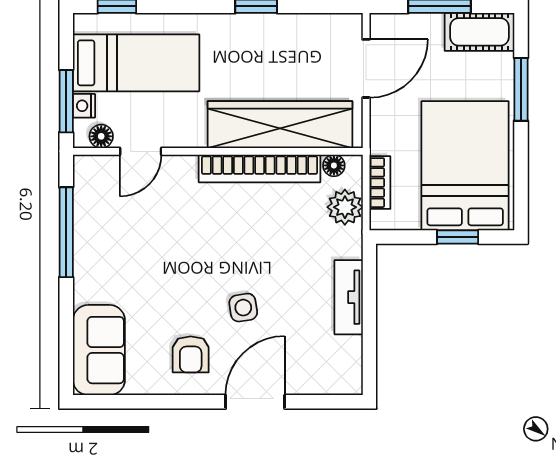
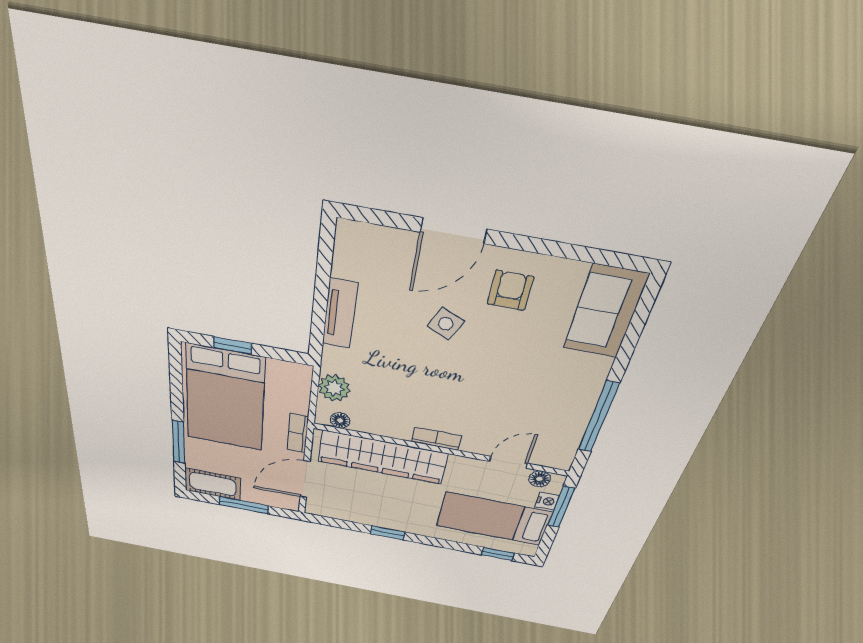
bookcase: (260, 168) -> (436, 439), width x0.43, depth x0.76
bookcase: (380, 183) -> (298, 433), moved
side table: (243, 308) -> (446, 324), turned 34

